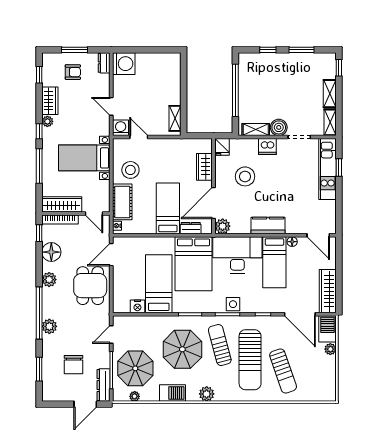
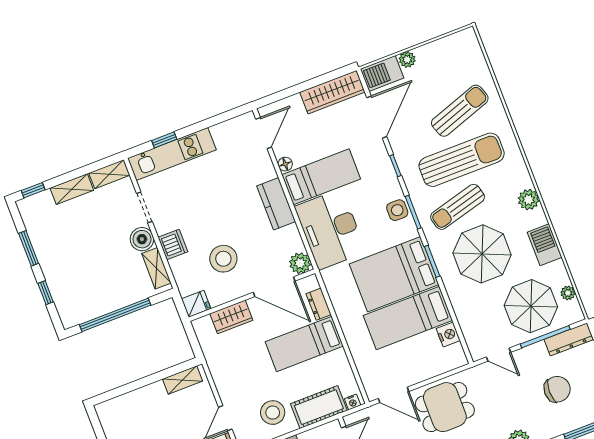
bed: (194, 264) -> (394, 274), moved, turned 180

